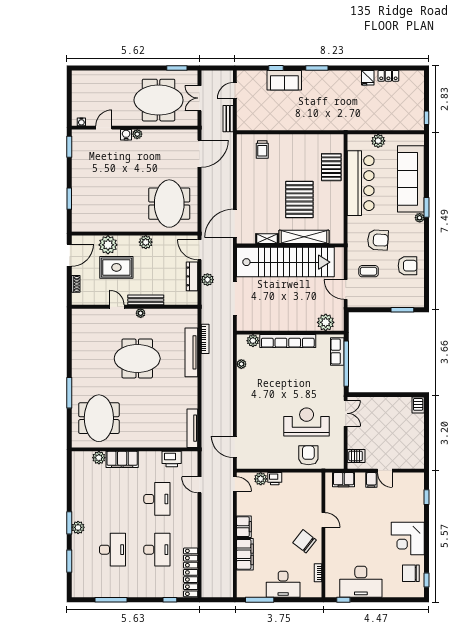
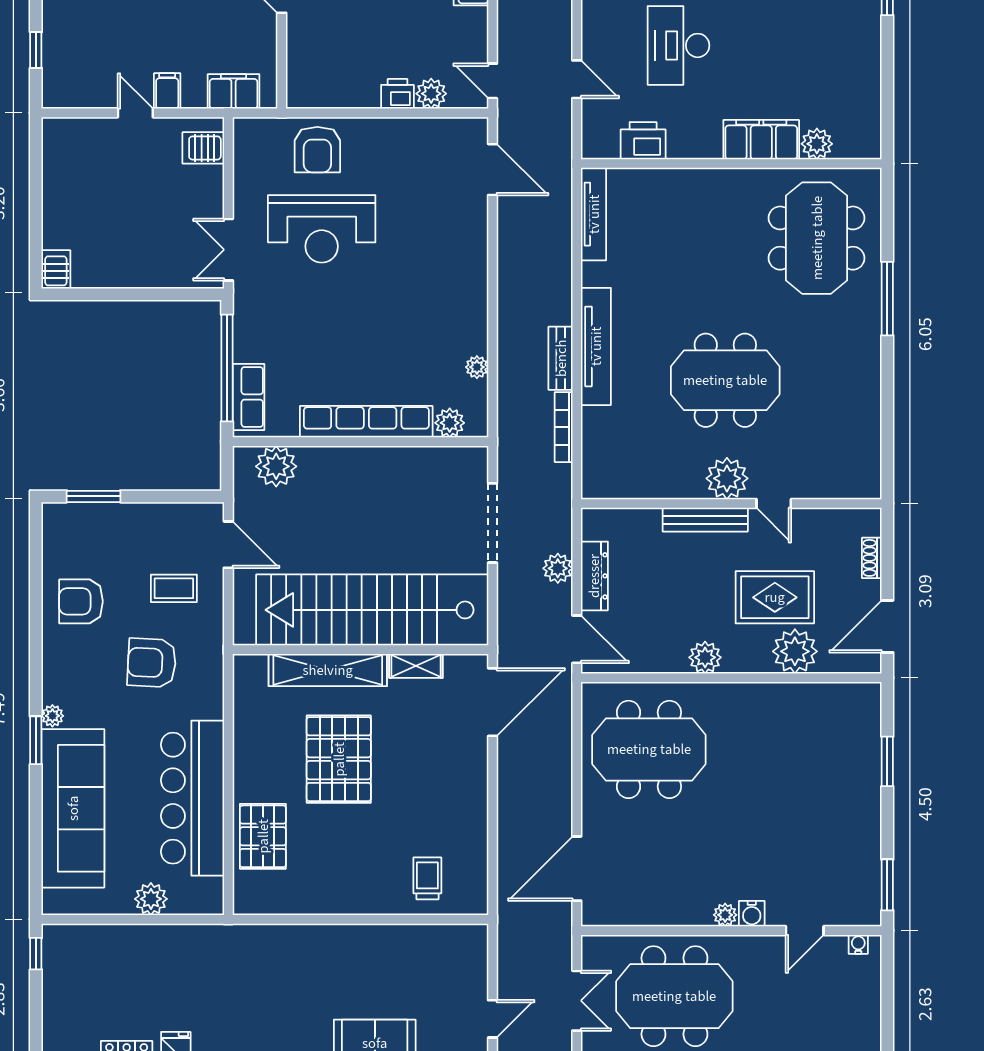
bench: (228, 119) -> (561, 358), moved
meeting table: (169, 204) -> (649, 749), turned 90
plant: (141, 313) -> (727, 478), width x1.87, depth x1.87
tv unit: (191, 352) -> (596, 346), moved

